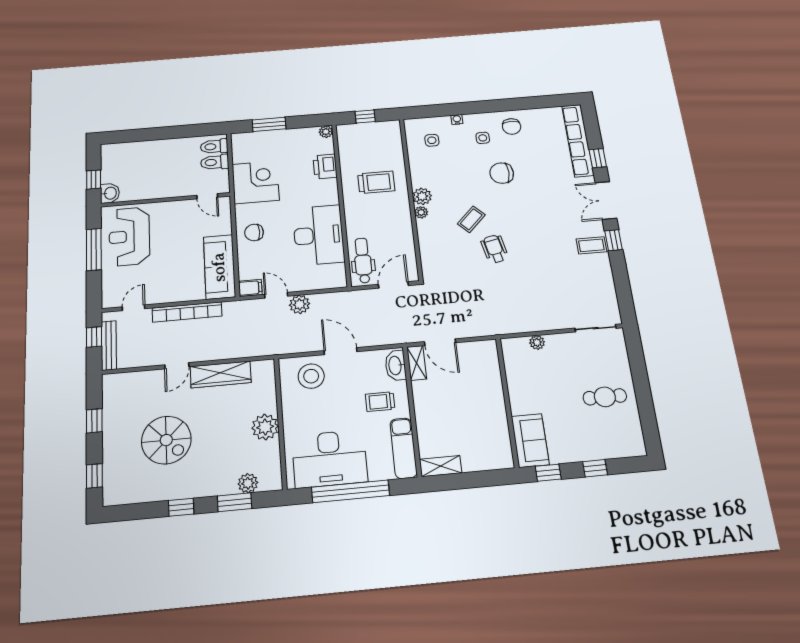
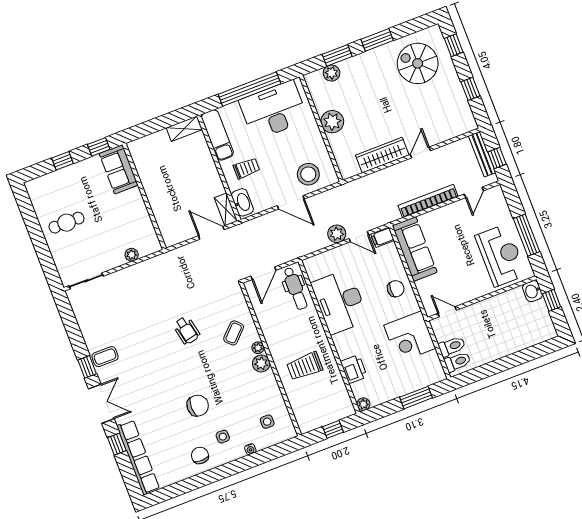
coffee table: (471, 219) -> (234, 333), moved
spiral stairs: (166, 440) -> (418, 63), moved
window: (181, 507) -> (377, 40), width x1.50

